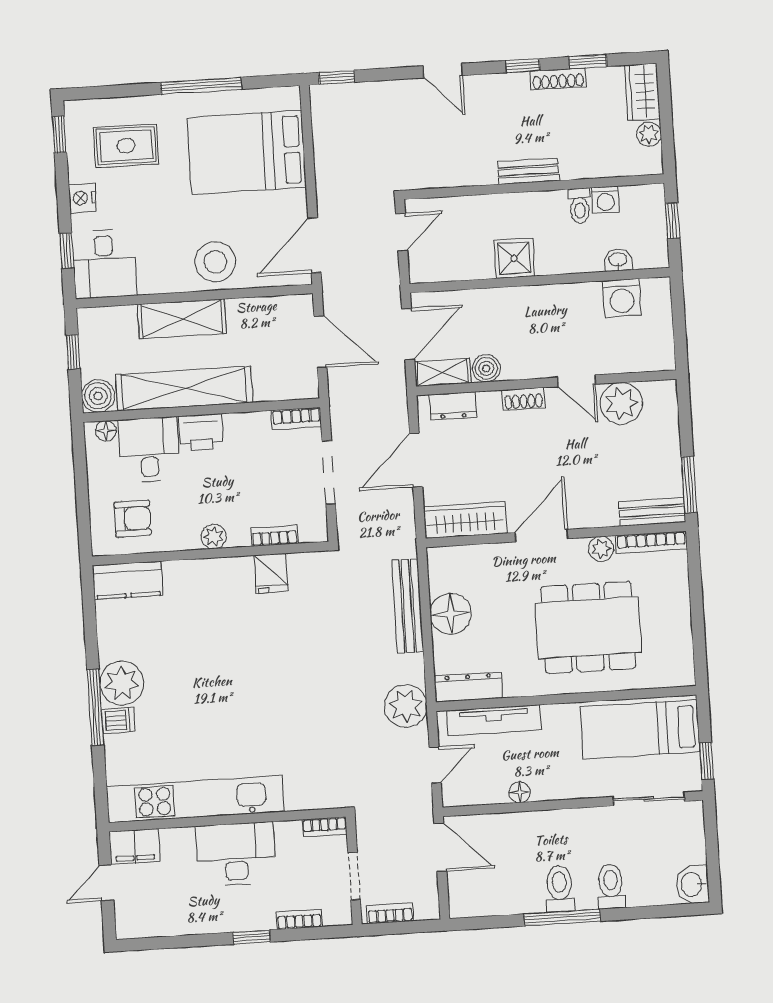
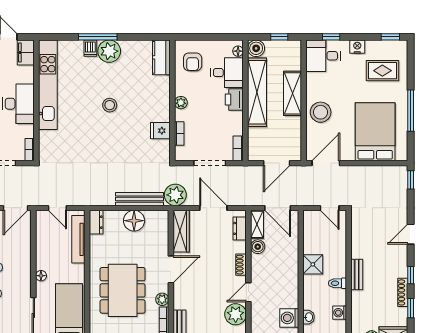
rug: (126, 146) -> (382, 71), turned 90
toilet: (579, 206) -> (337, 283), moved
door: (314, 245) -> (326, 163), hinge flipped
door: (541, 536) -> (171, 269), hinge flipped
stool: (227, 676) -> (110, 105), added
dresser: (468, 687) -> (96, 222), width x0.70
plant: (406, 706) -> (175, 195), moved
floor lamp: (519, 792) -> (41, 276), moved

